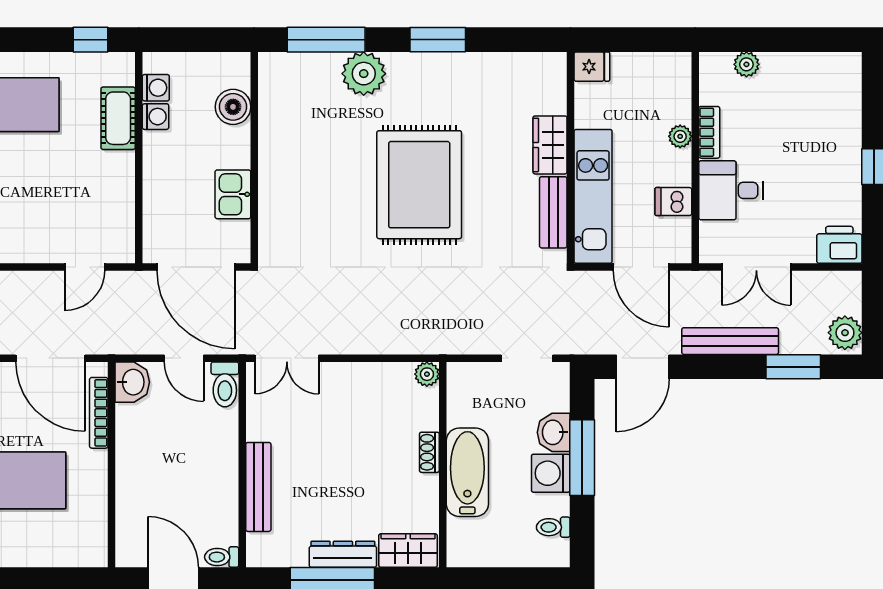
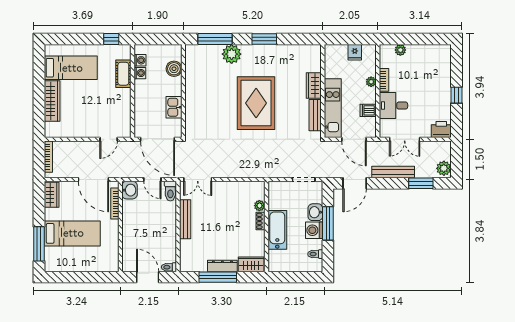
fridge: (592, 67) -> (355, 52), moved, turned 90
plant: (427, 374) -> (259, 206), moved
bench: (258, 487) -> (185, 219), moved

